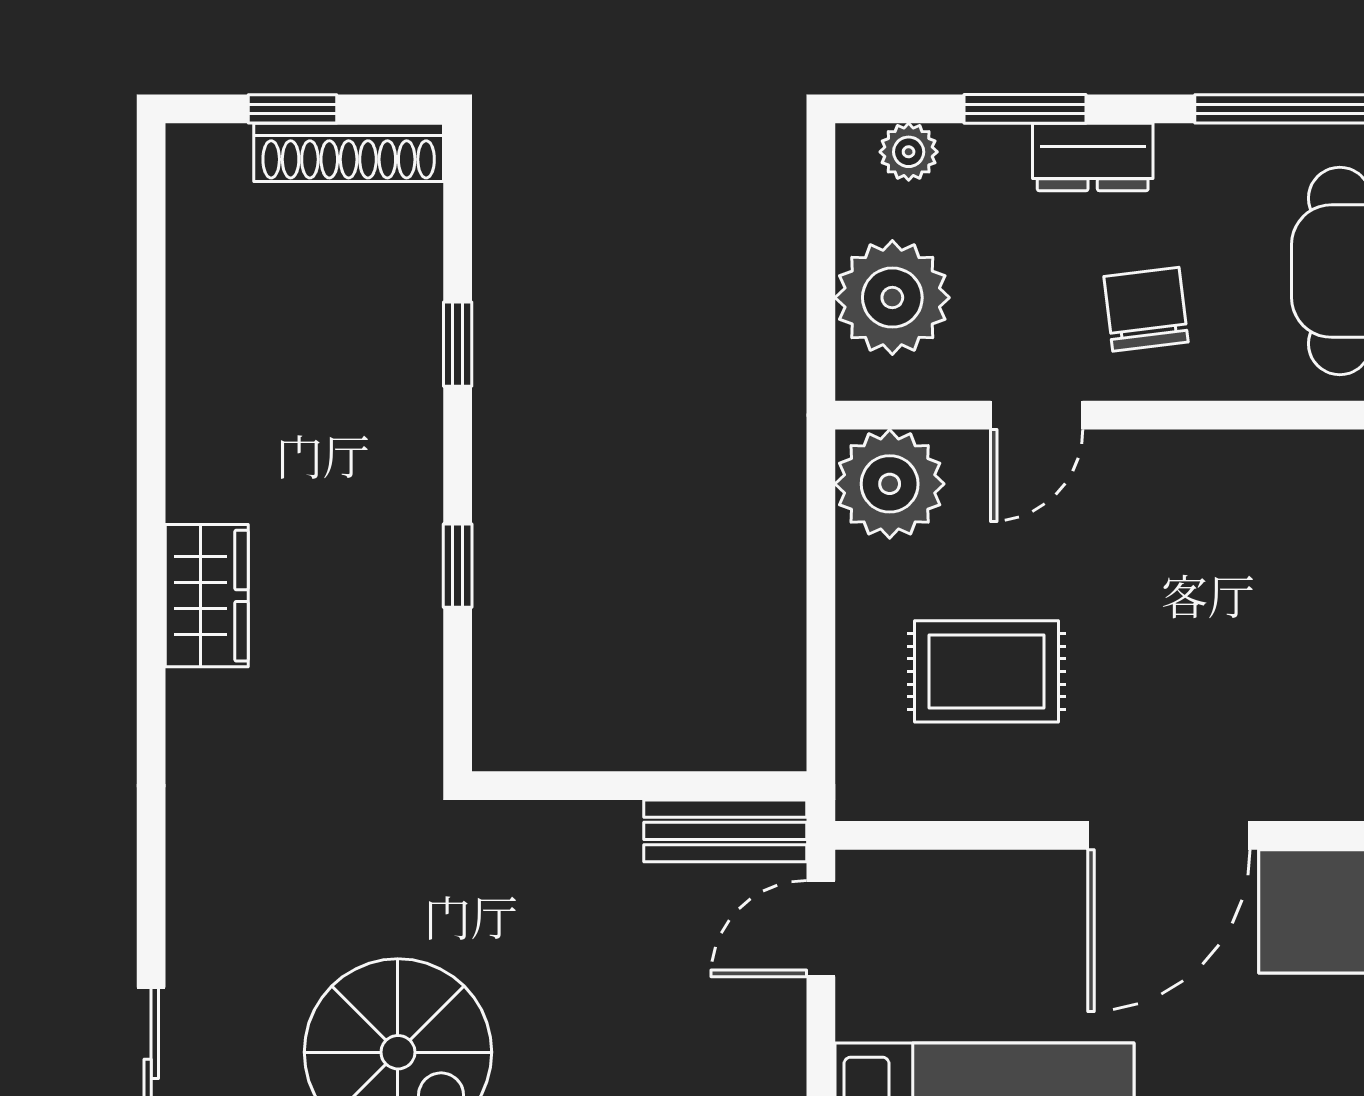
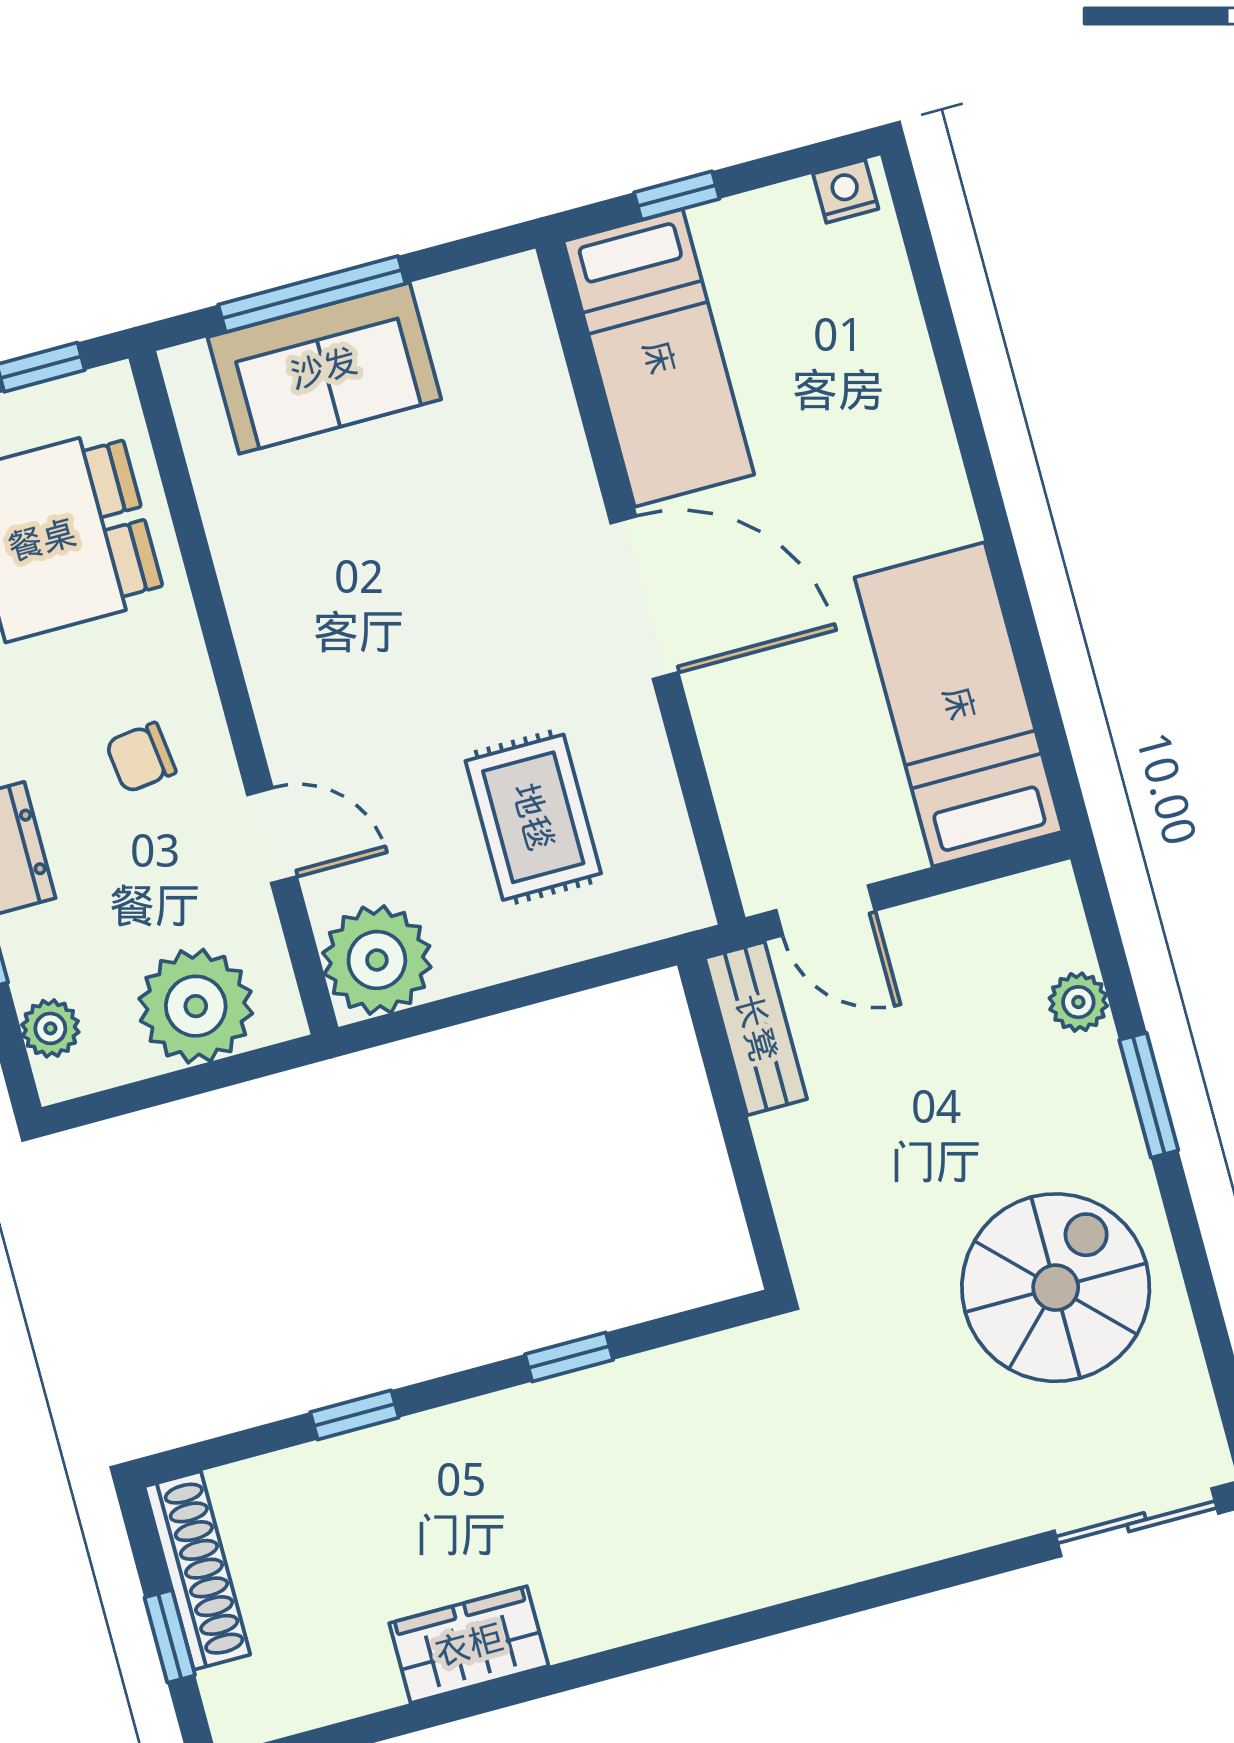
chair: (1146, 309) -> (141, 757), width x0.73, depth x0.73
wardrobe: (207, 596) -> (469, 1645), moved

